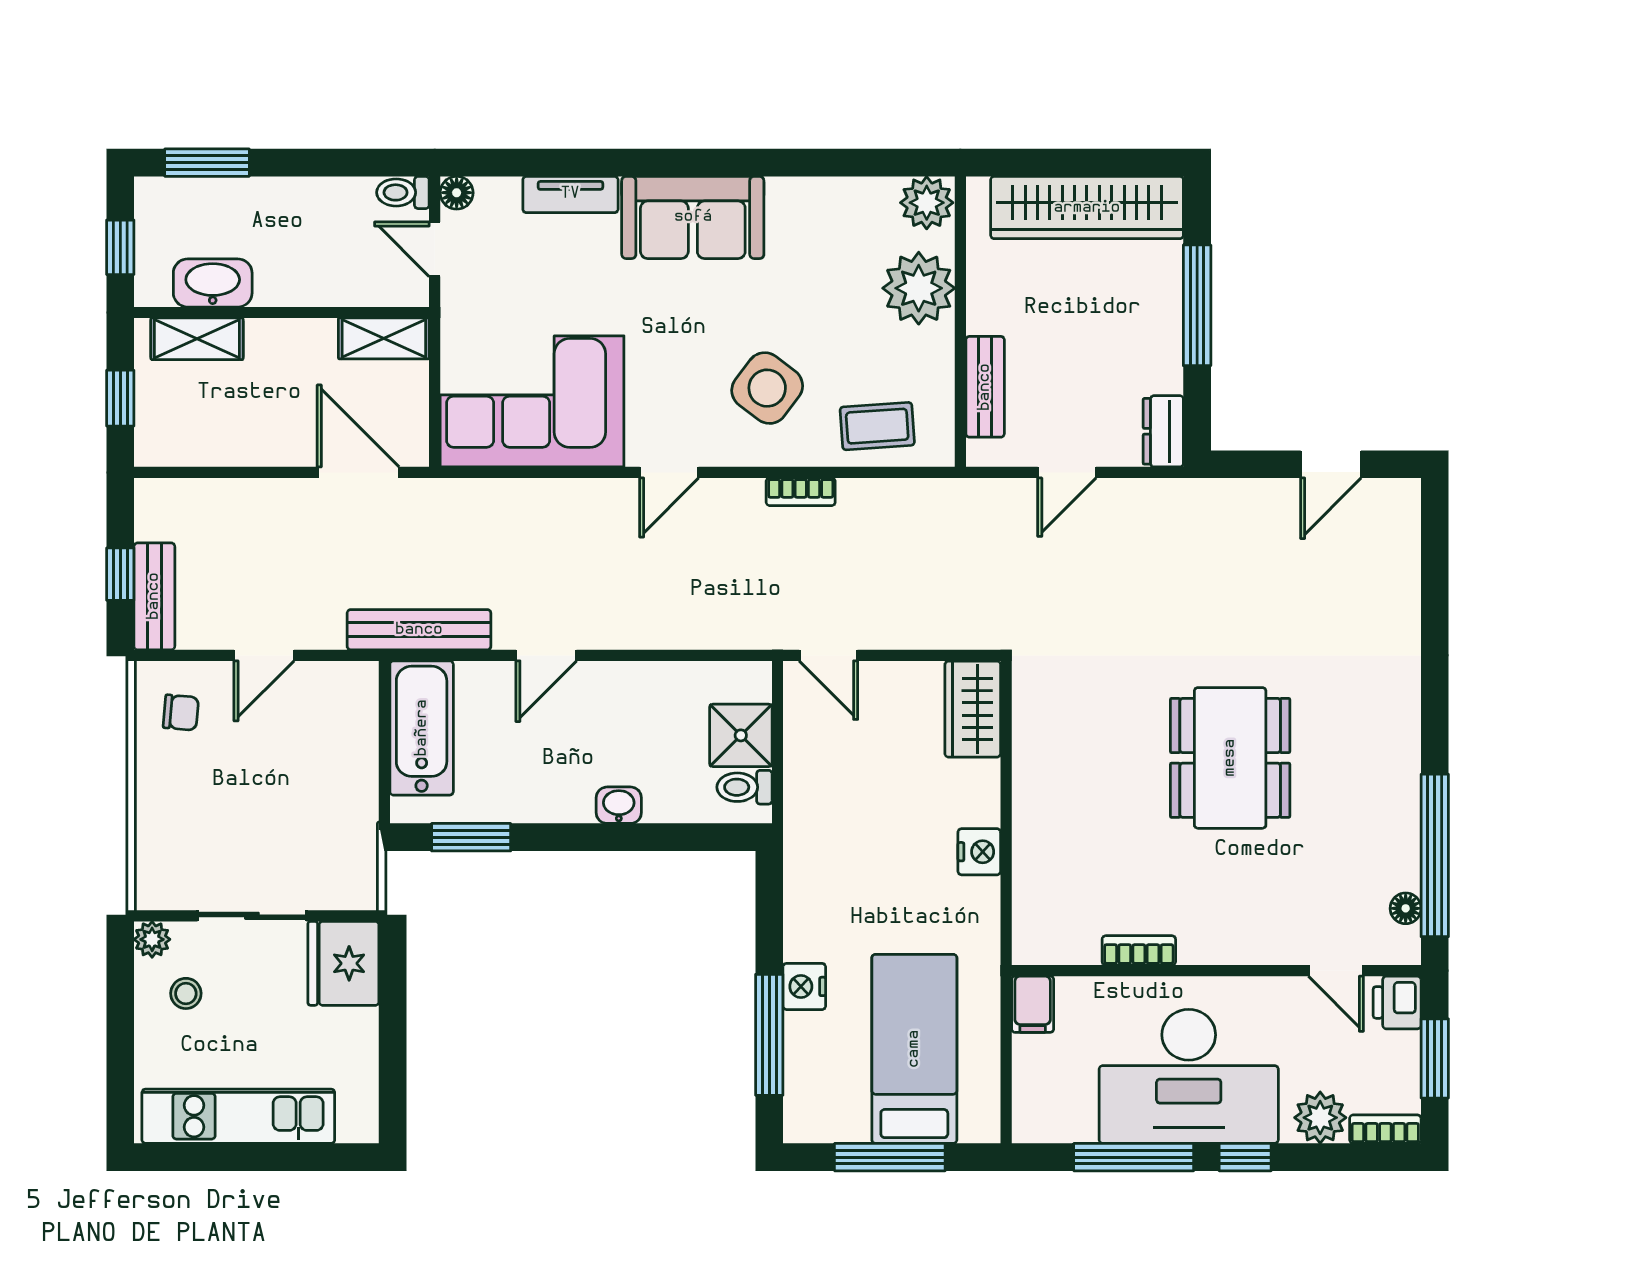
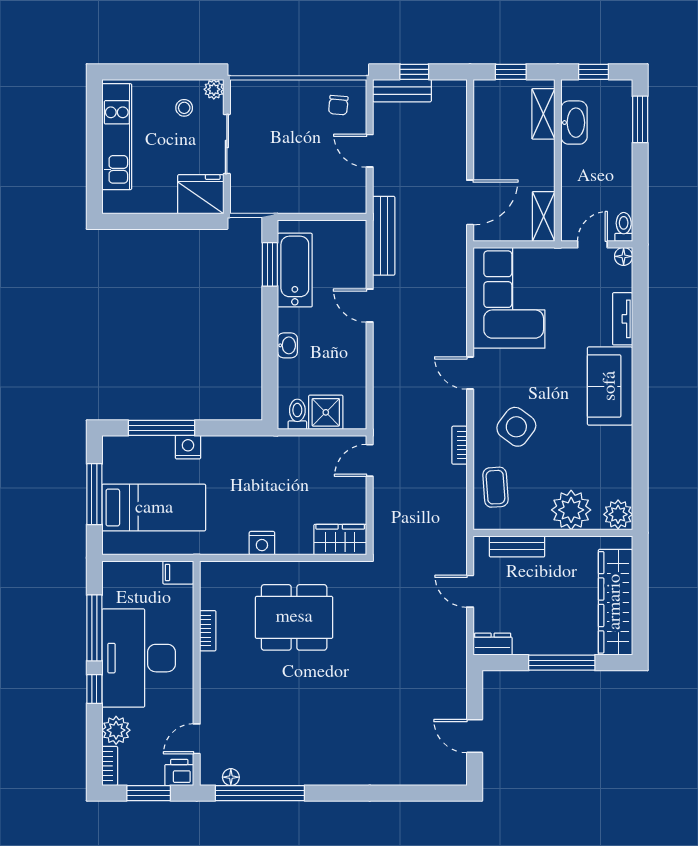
bathtub: (422, 728) -> (295, 270), moved, turned -90
dining table: (1230, 758) -> (294, 617), moved

